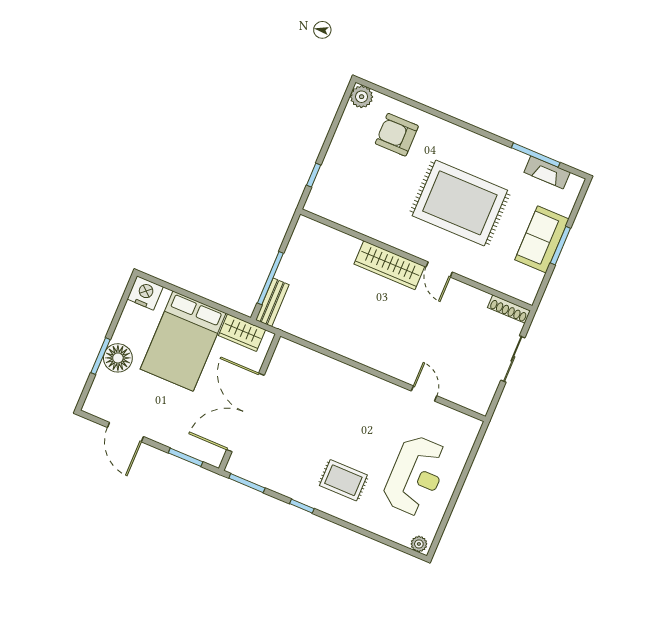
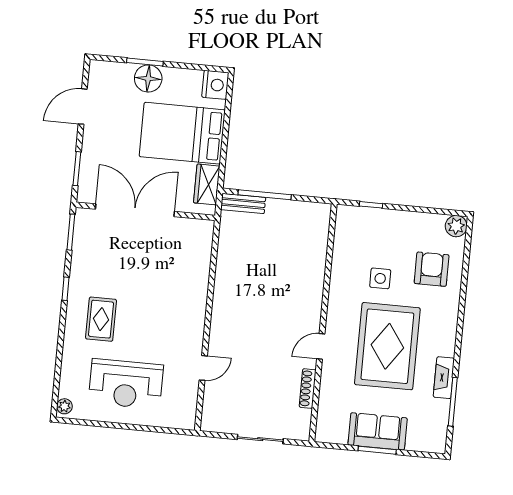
fireplace: (547, 172) -> (444, 378), moved
side table: (390, 189) -> (380, 278), added
wardrobe: (389, 265) -> (310, 300), removed
shoe rack: (509, 309) -> (308, 389), moved

